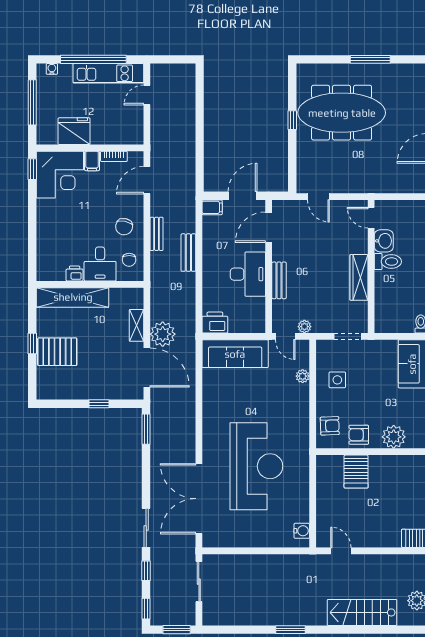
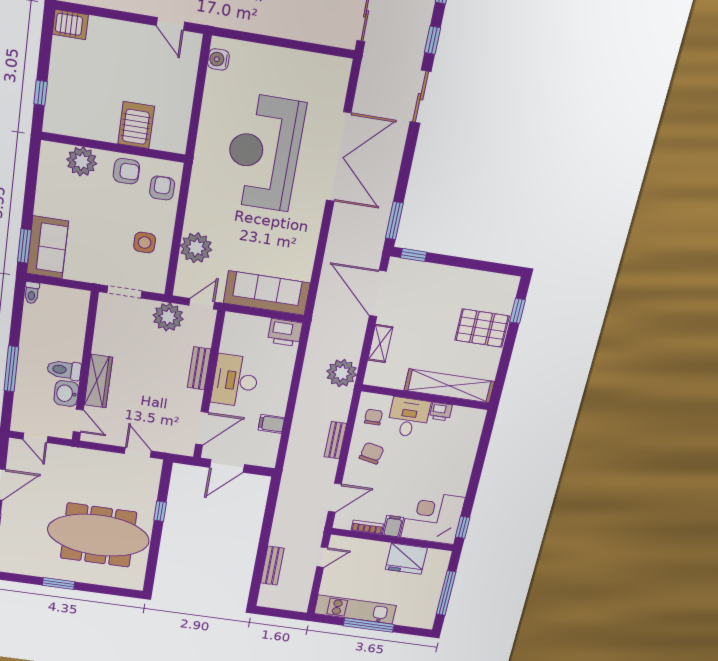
window: (93, 59) -> (369, 625), width x0.68
window: (370, 59) -> (58, 583), width x0.69
water cooler: (52, 69) -> (416, 622), removed
door: (147, 95) -> (322, 557), moved
window: (292, 120) -> (160, 511), moved
door: (405, 197) -> (35, 438), added
filing cabinet: (212, 207) -> (271, 424), moved
bench: (188, 253) -> (272, 566), moved
wardrobe: (359, 277) -> (98, 381), moved
plant: (304, 327) -> (168, 317), width x1.87, depth x1.87
plant: (163, 334) -> (342, 373), moved
door: (285, 336) -> (202, 304), hinge flipped
window: (32, 343) -> (517, 311), moved
plant: (303, 376) -> (196, 248), width x1.88, depth x1.88
window: (99, 404) -> (414, 255), moved
armchair: (330, 426) -> (162, 188), turned 92
double door: (199, 499) -> (339, 157), moved

